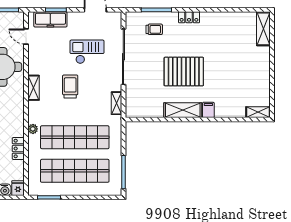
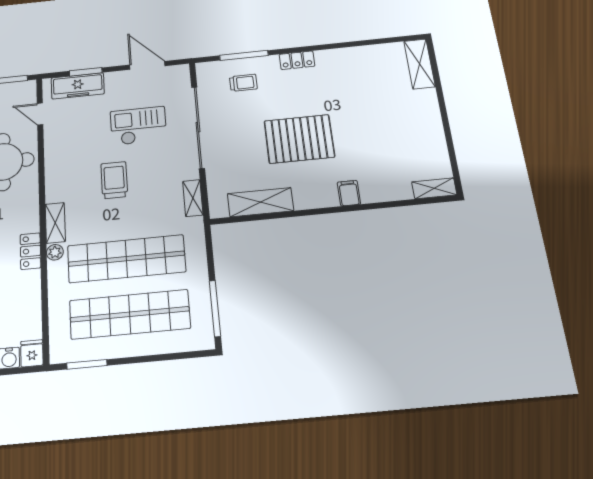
shelving: (34, 88) -> (55, 223), moved
shelving: (183, 110) -> (260, 202), moved
locker: (18, 149) -> (30, 251), moved

